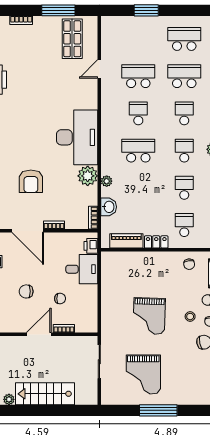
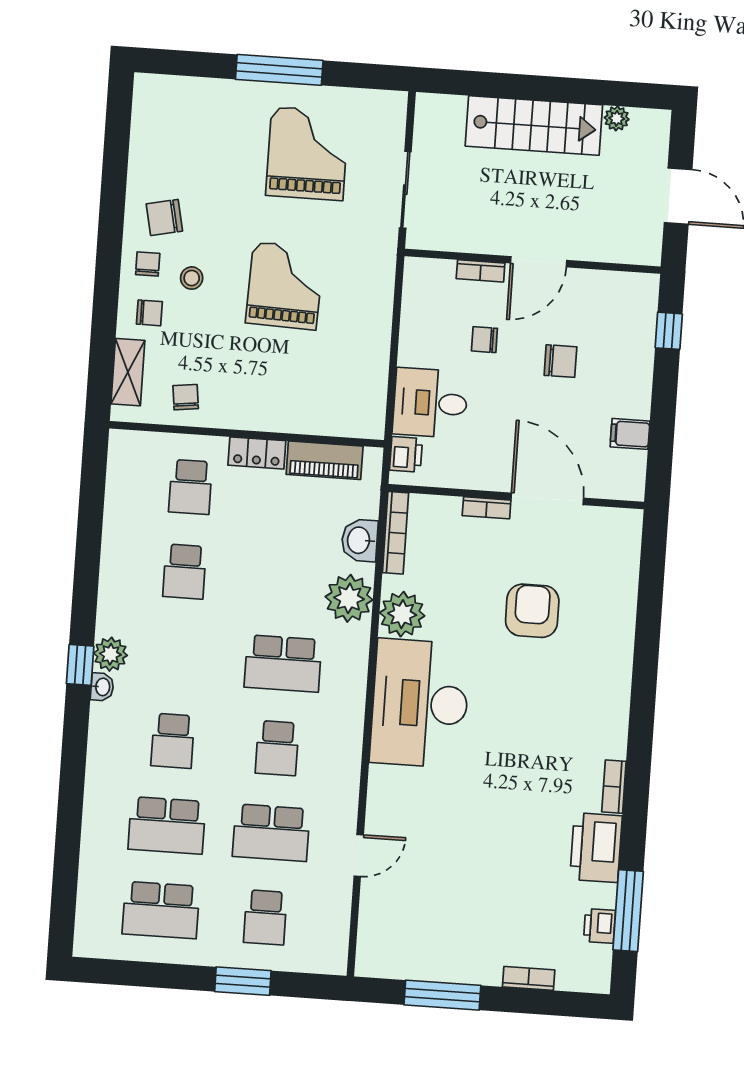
shop shelf: (72, 39) -> (416, 928), removed
school desk: (184, 151) -> (265, 917), moved
plant: (107, 181) -> (349, 598), width x1.88, depth x1.88
bookcase: (93, 218) -> (395, 533), width x1.56

